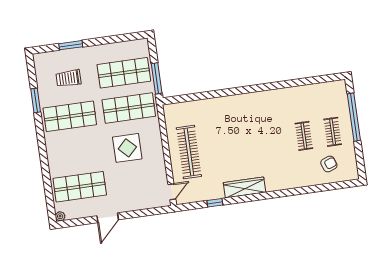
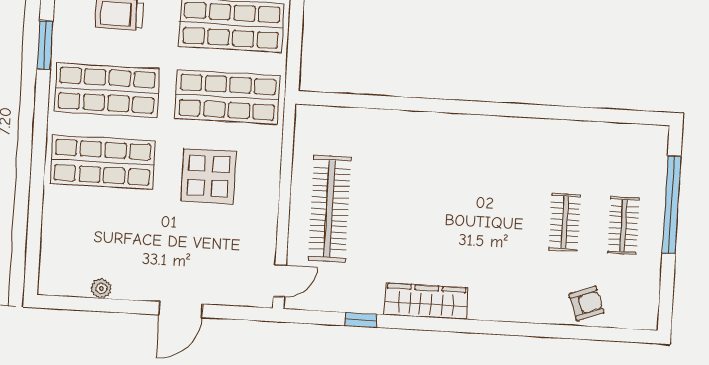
window: (157, 78) -> (294, 49), removed
armchair: (329, 164) -> (586, 304), moved
shop shelf: (80, 187) -> (103, 162), moved
plant: (60, 216) -> (101, 288), moved
door: (108, 218) -> (181, 310), moved

